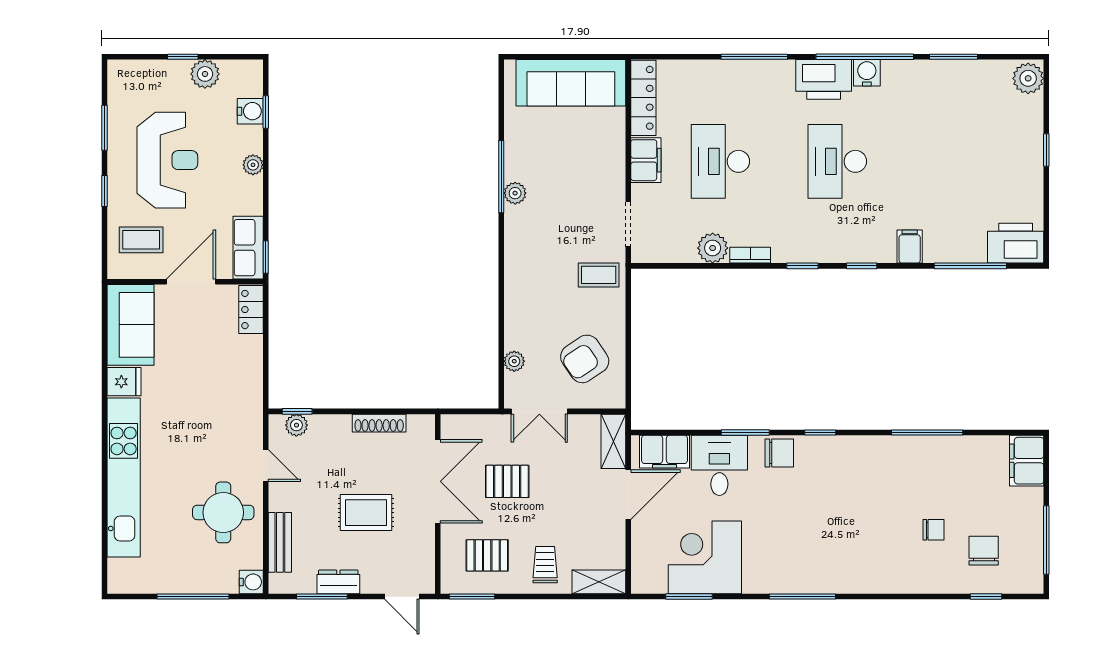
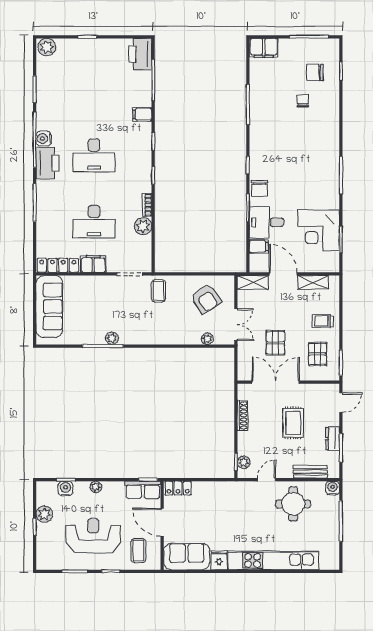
filing cabinet: (664, 452) -> (259, 246), width x0.50
chair: (779, 453) -> (259, 188), turned 180
shelving: (599, 582) -> (313, 282), moved, turned 90

